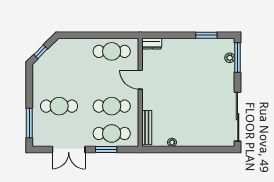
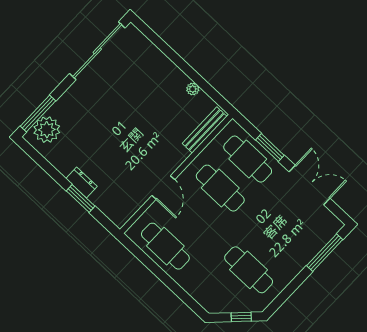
window: (206, 35) -> (81, 199), moved
dresser: (152, 44) -> (82, 182), moved
plant: (230, 58) -> (47, 130), width x1.87, depth x1.87
cafe table: (59, 106) -> (249, 270), moved

